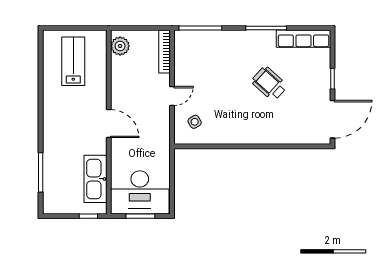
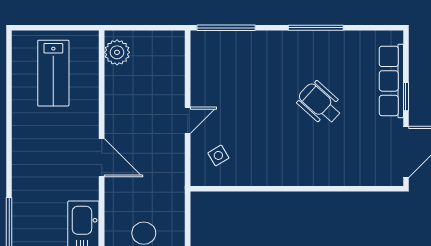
row of seats: (303, 39) -> (391, 81), moved, turned 90
bookcase: (165, 52) -> (177, 60), removed
lab bench: (73, 61) -> (53, 73), turned 180

